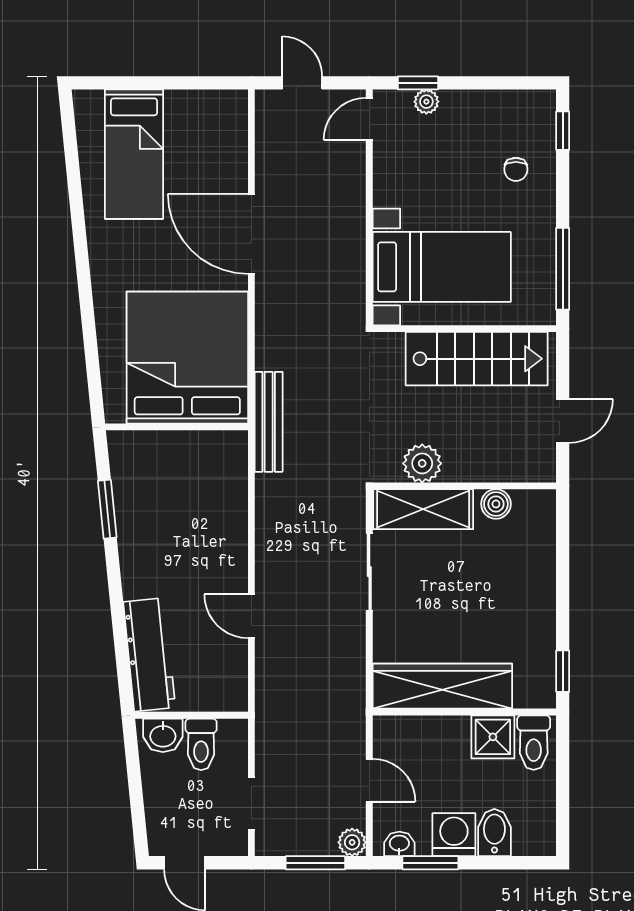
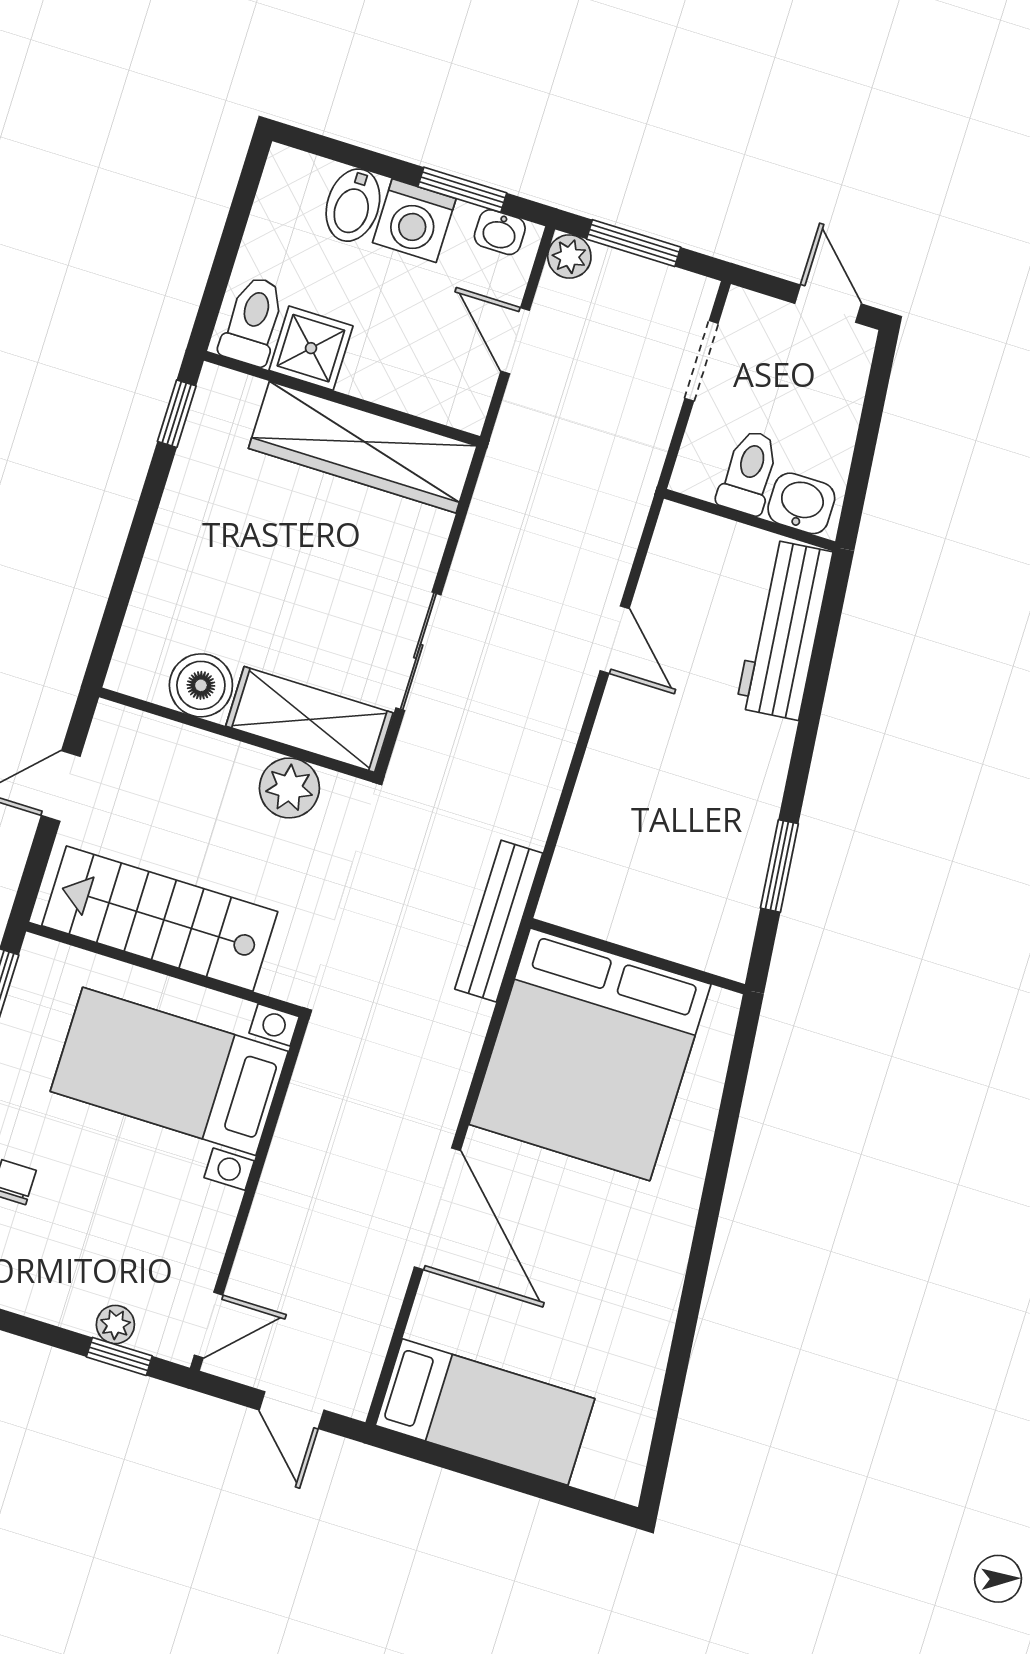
bed: (134, 154) -> (485, 1412), moved, turned 90
boiler: (496, 504) -> (201, 685), width x1.36, depth x1.36

